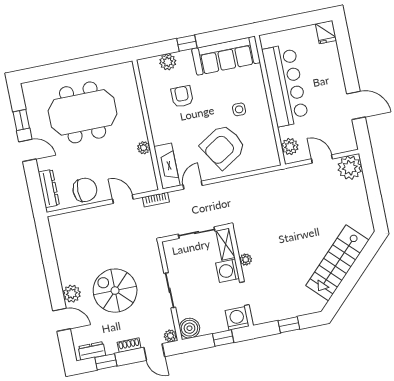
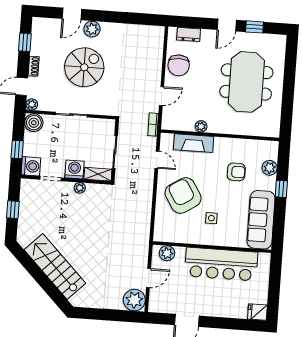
fireplace: (167, 166) -> (194, 143), moved
dresser: (49, 189) -> (189, 34), width x0.70
dresser: (92, 351) -> (38, 33), removed

